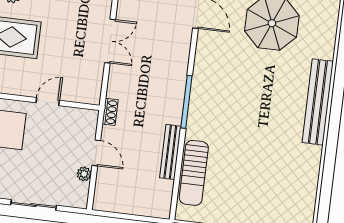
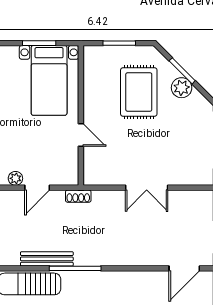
window: (186, 102) -> (75, 268), moved

